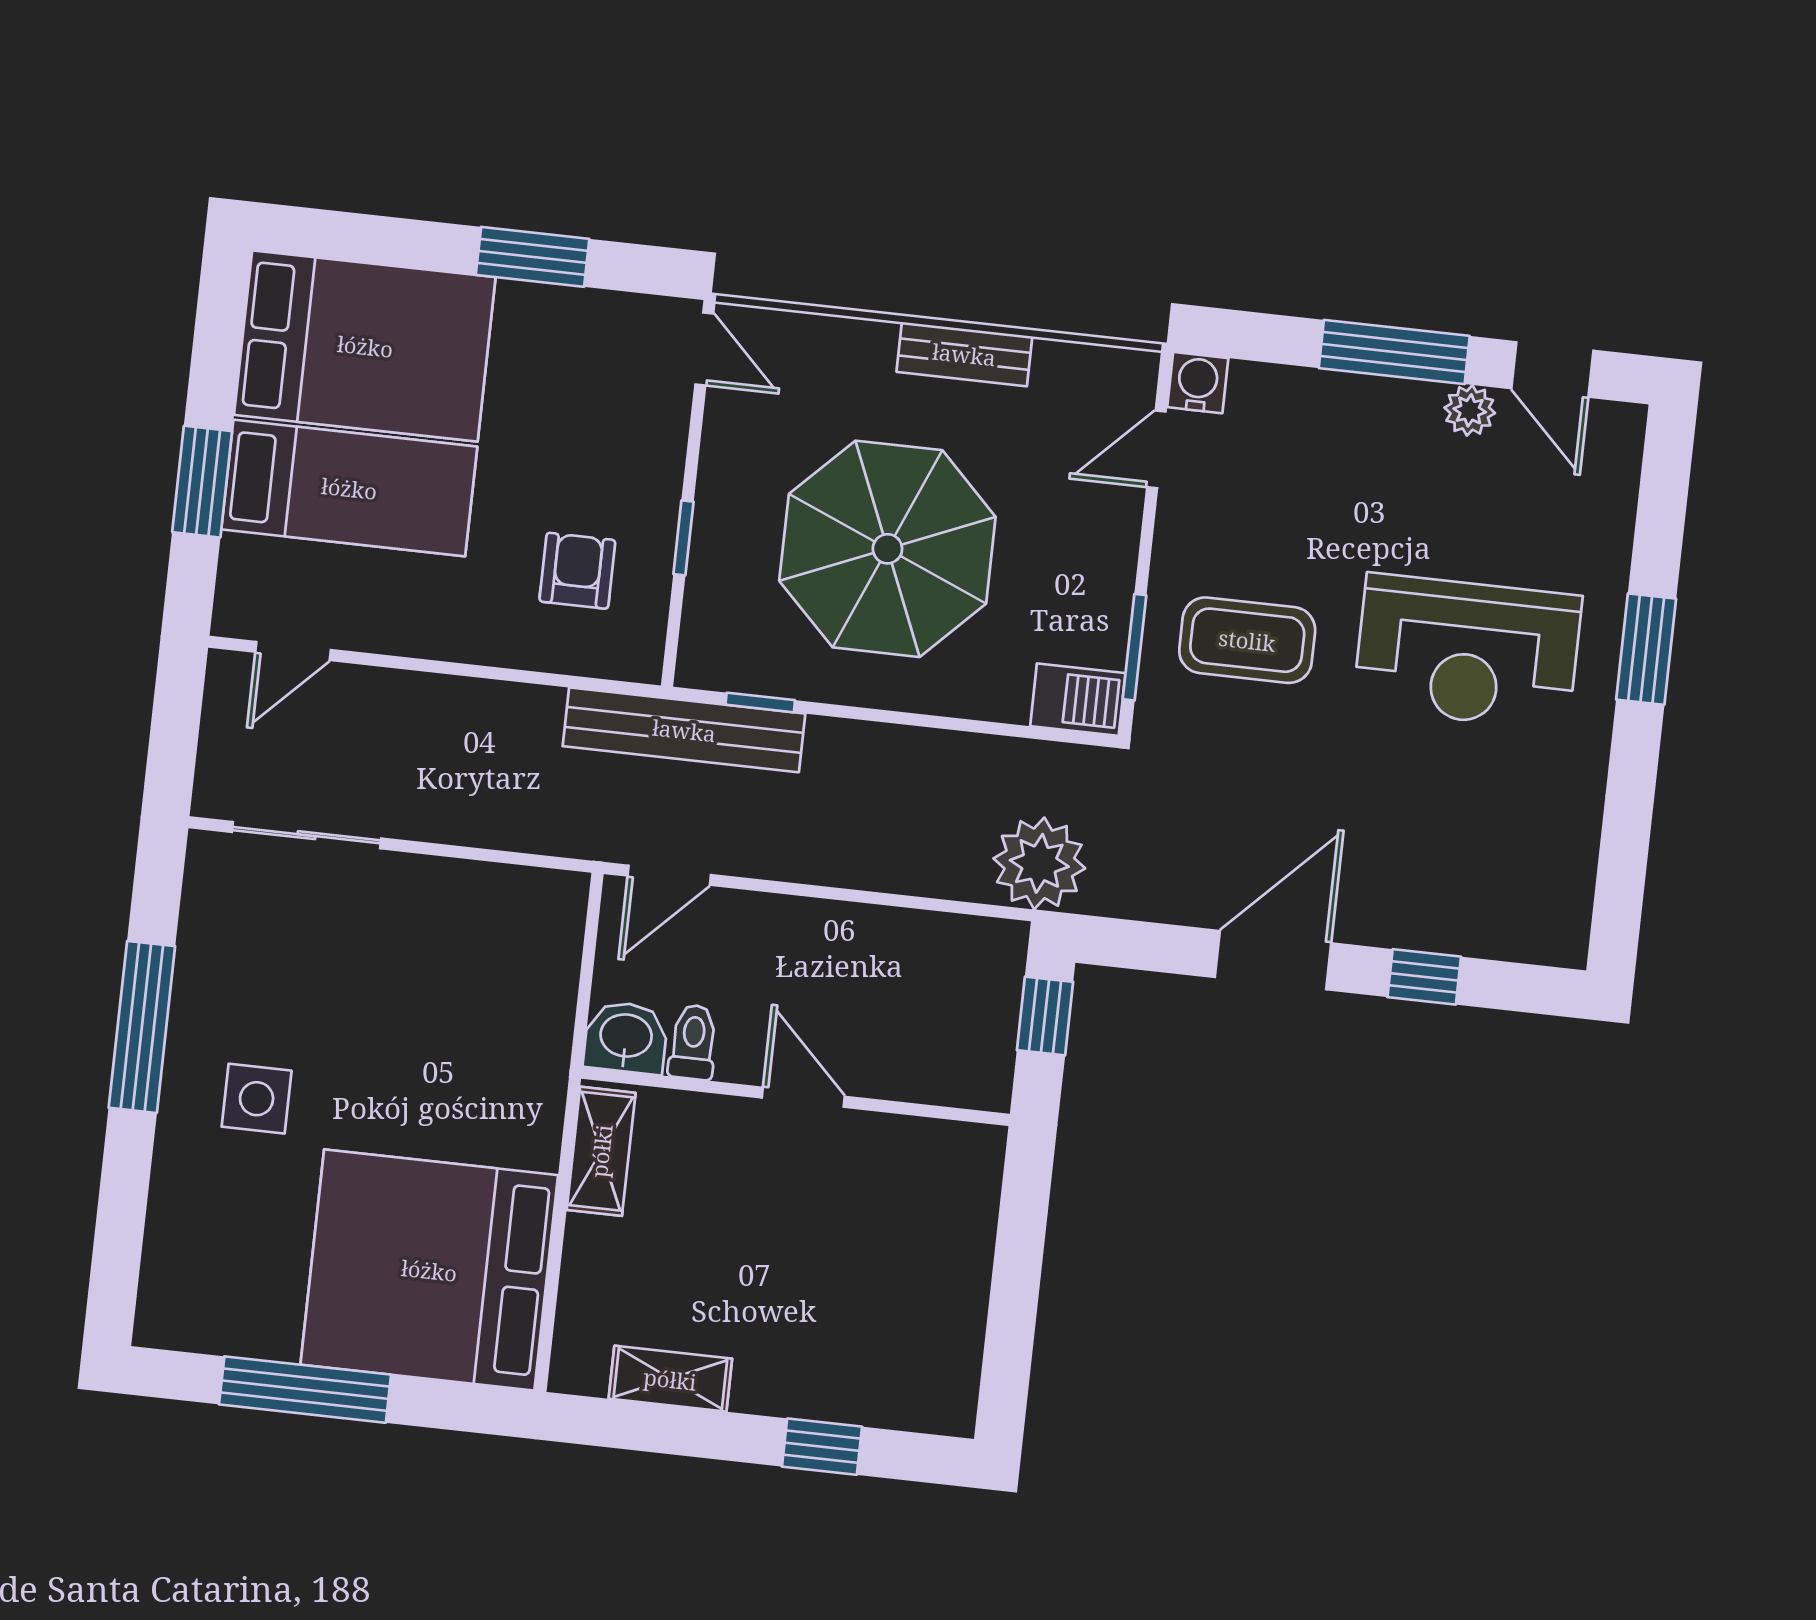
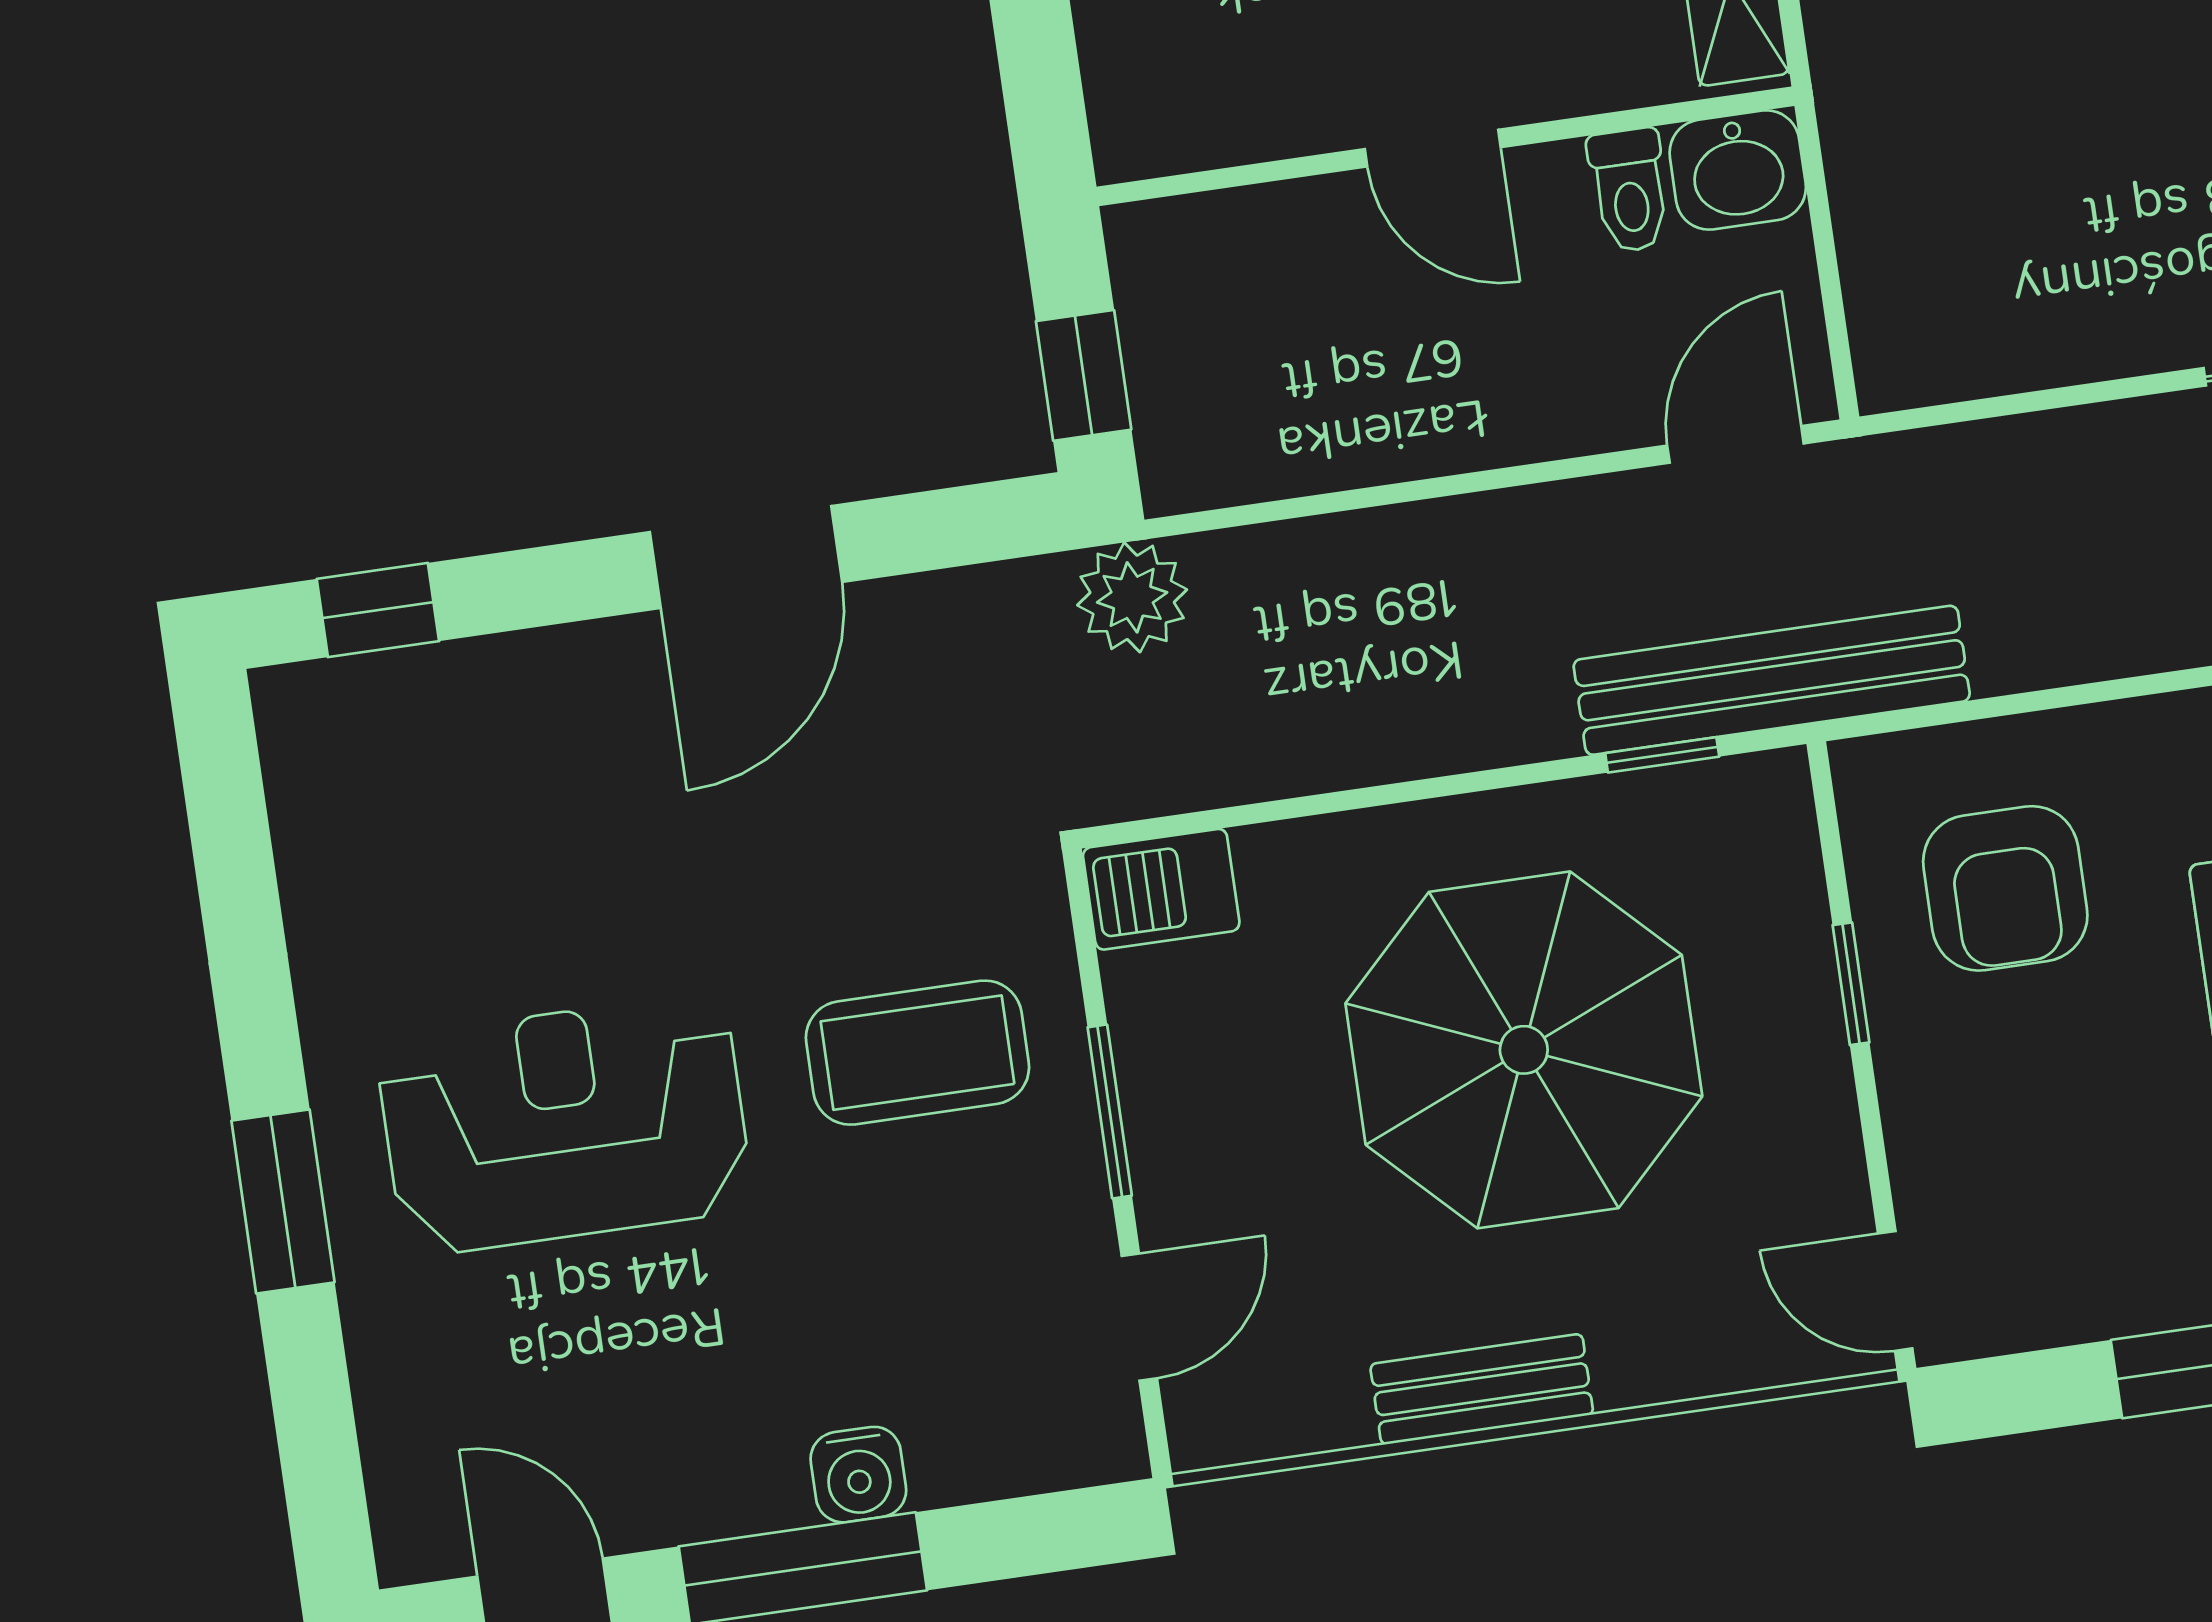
water cooler: (1198, 383) -> (858, 1475), moved
plant: (1470, 410) -> (660, 1507), removed
armchair: (577, 571) -> (2005, 888), width x1.38, depth x1.38
window: (1134, 647) -> (1110, 1112), moved
plant: (1039, 863) -> (1132, 597), width x0.73, depth x0.73
window: (1424, 977) -> (378, 610), moved

